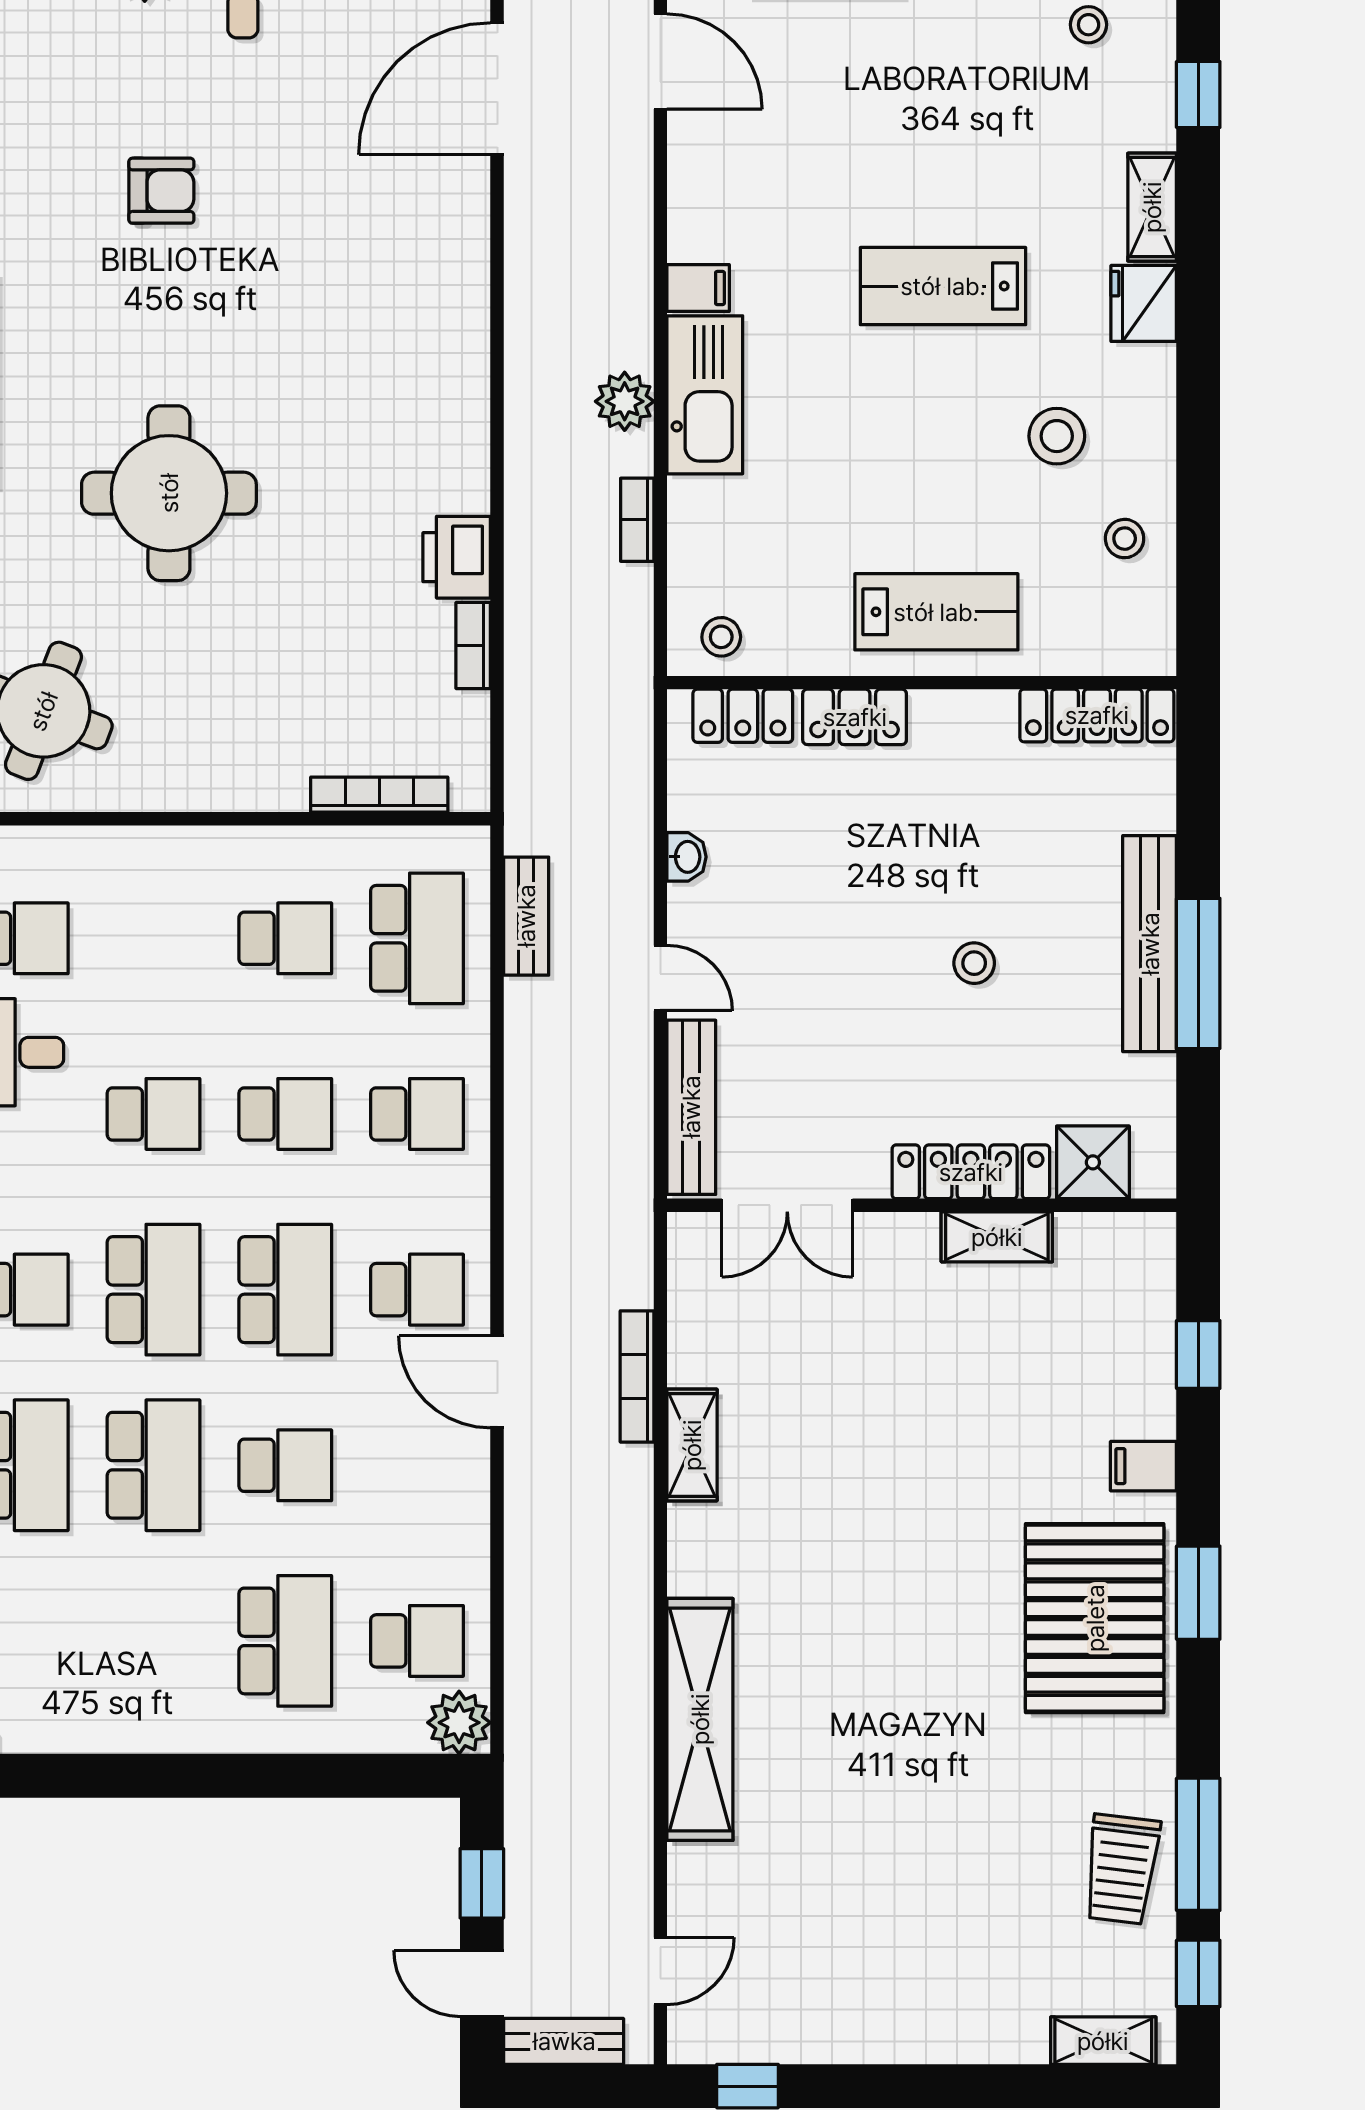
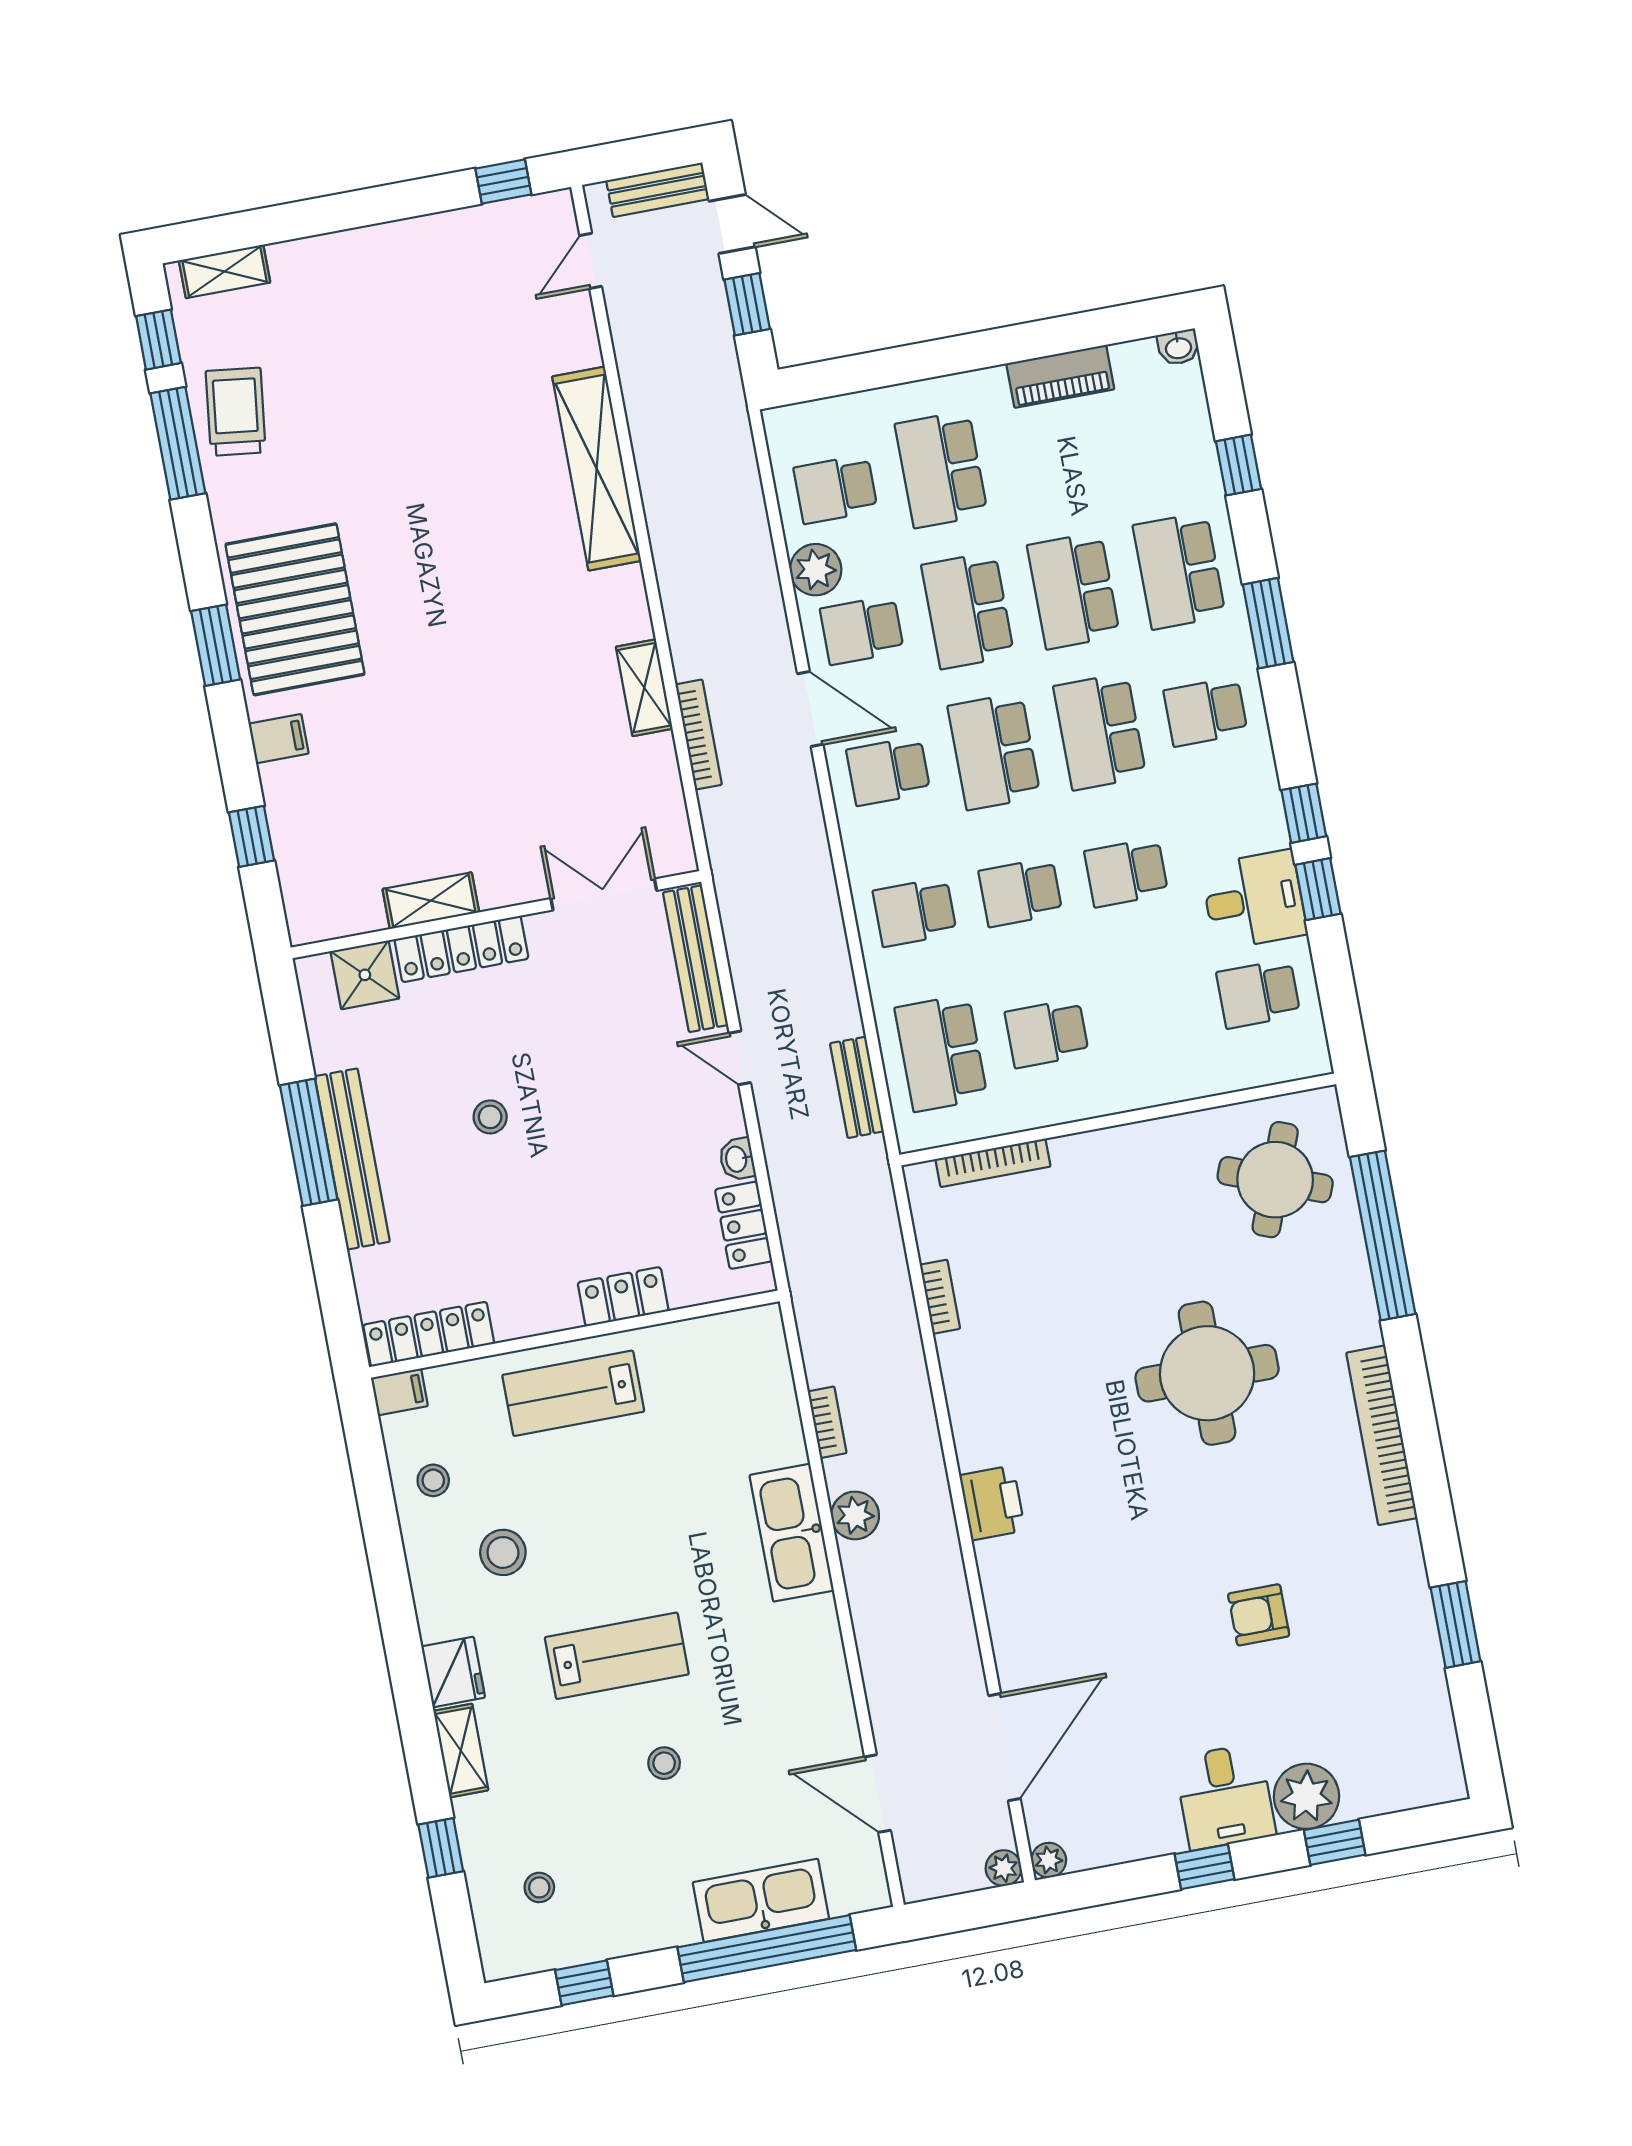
filing cabinet: (698, 288) -> (399, 1392), moved, turned 180
printer: (457, 557) -> (992, 1503), moved
stool: (721, 637) -> (664, 1763), moved
locker: (743, 716) -> (744, 1225), moved, turned -90
school desk: (285, 1465) -> (968, 610), width x1.85
school desk: (417, 1465) -> (862, 630), added
plant: (459, 1723) -> (816, 570), moved
piano: (121, 1726) -> (1060, 376), added

